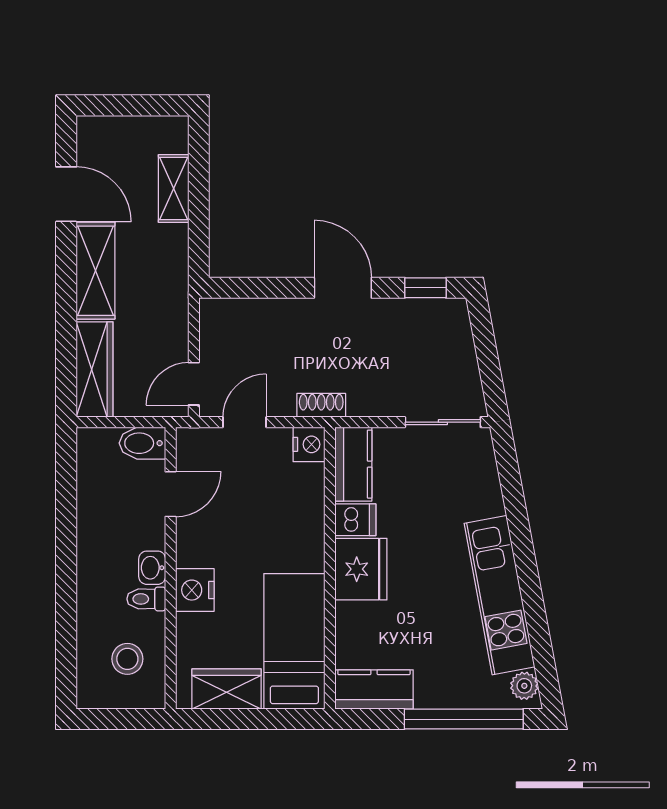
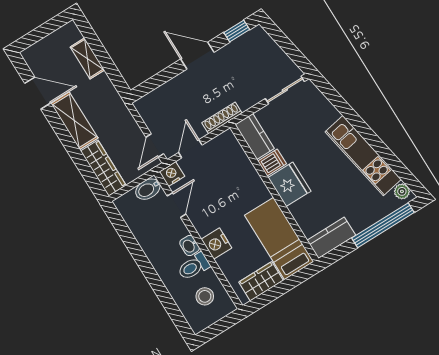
shoe rack: (321, 405) -> (222, 118), width x1.43
nightstand: (309, 444) -> (172, 174), moved, turned -90
toilet: (146, 599) -> (194, 267), width x1.37, depth x1.39

